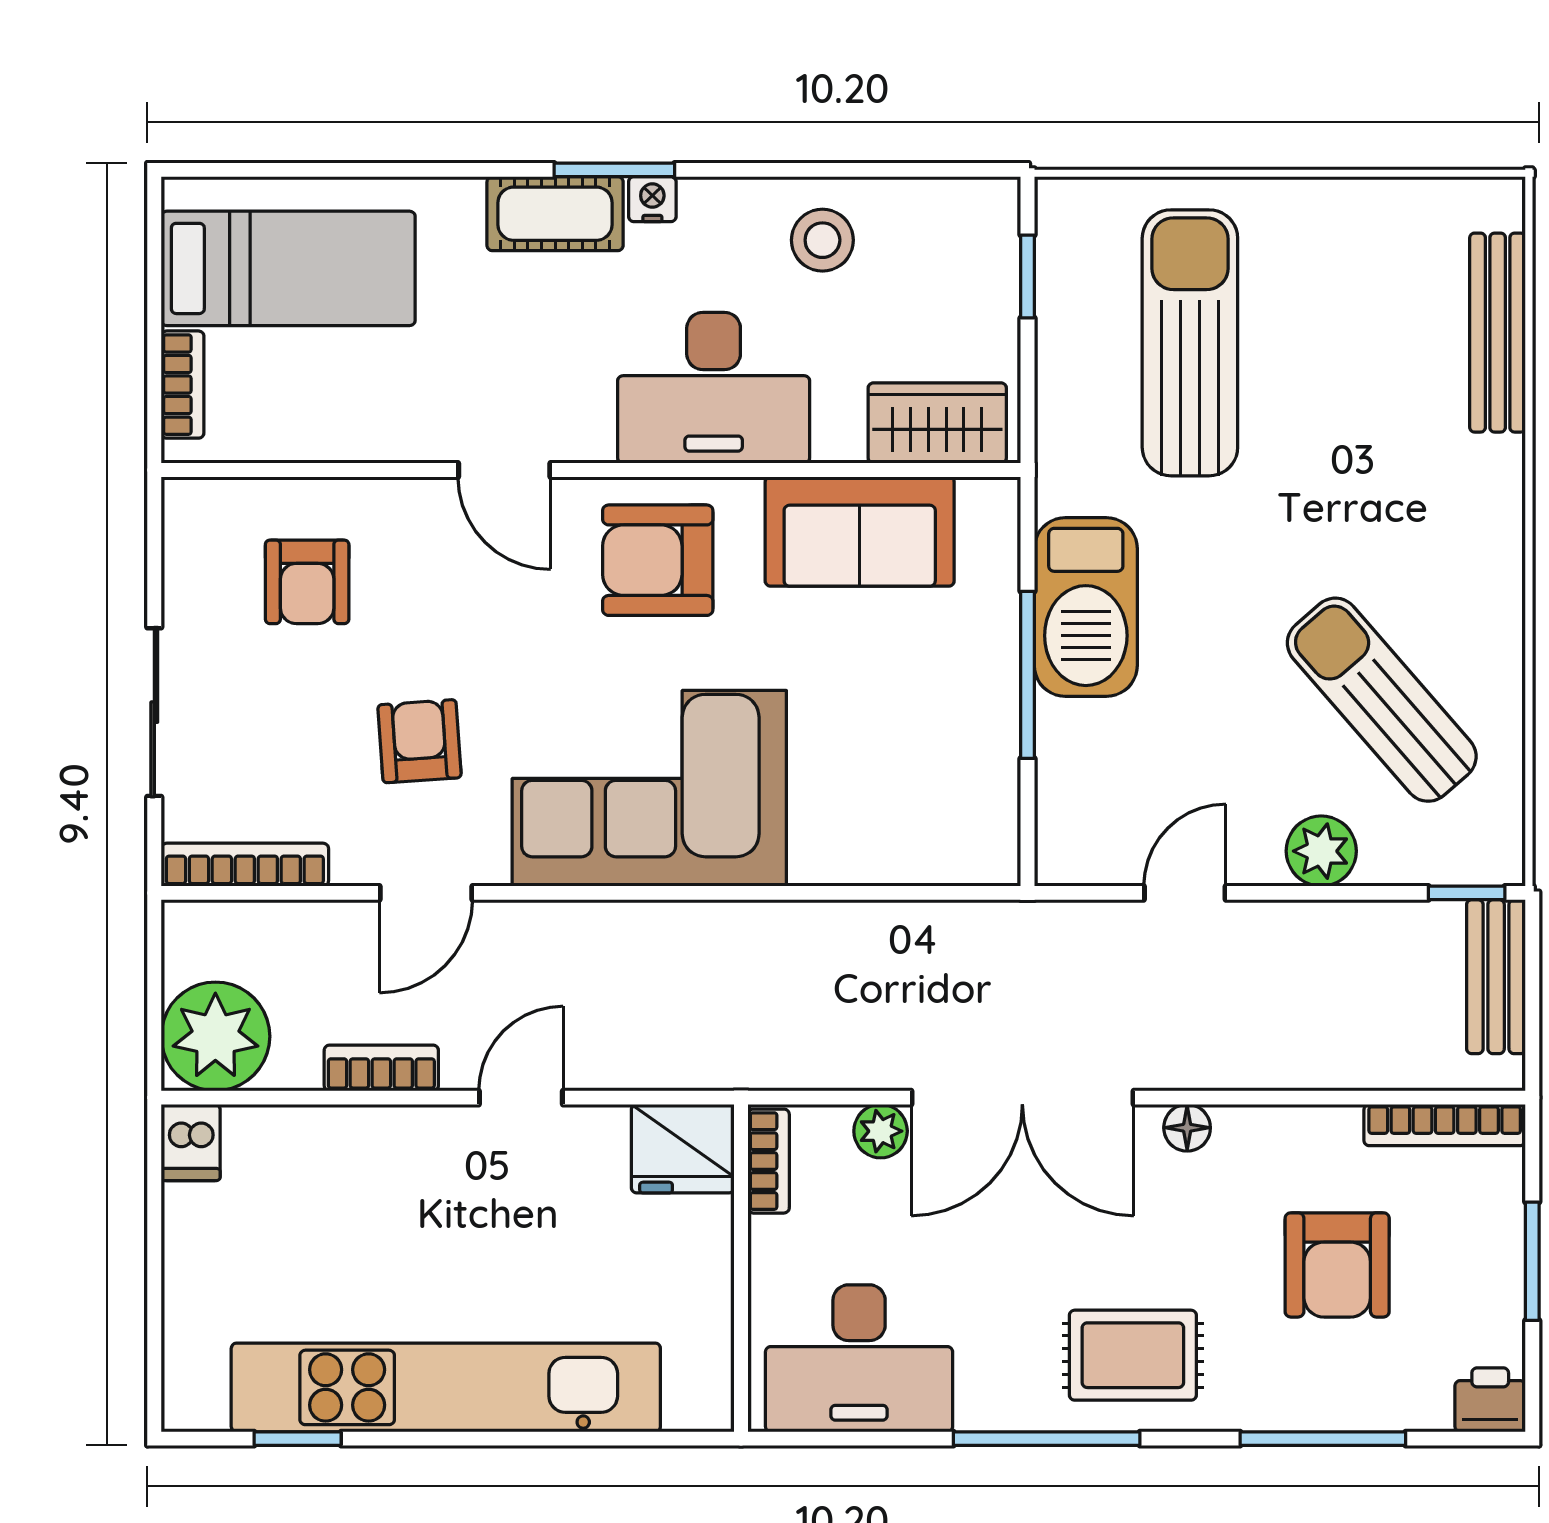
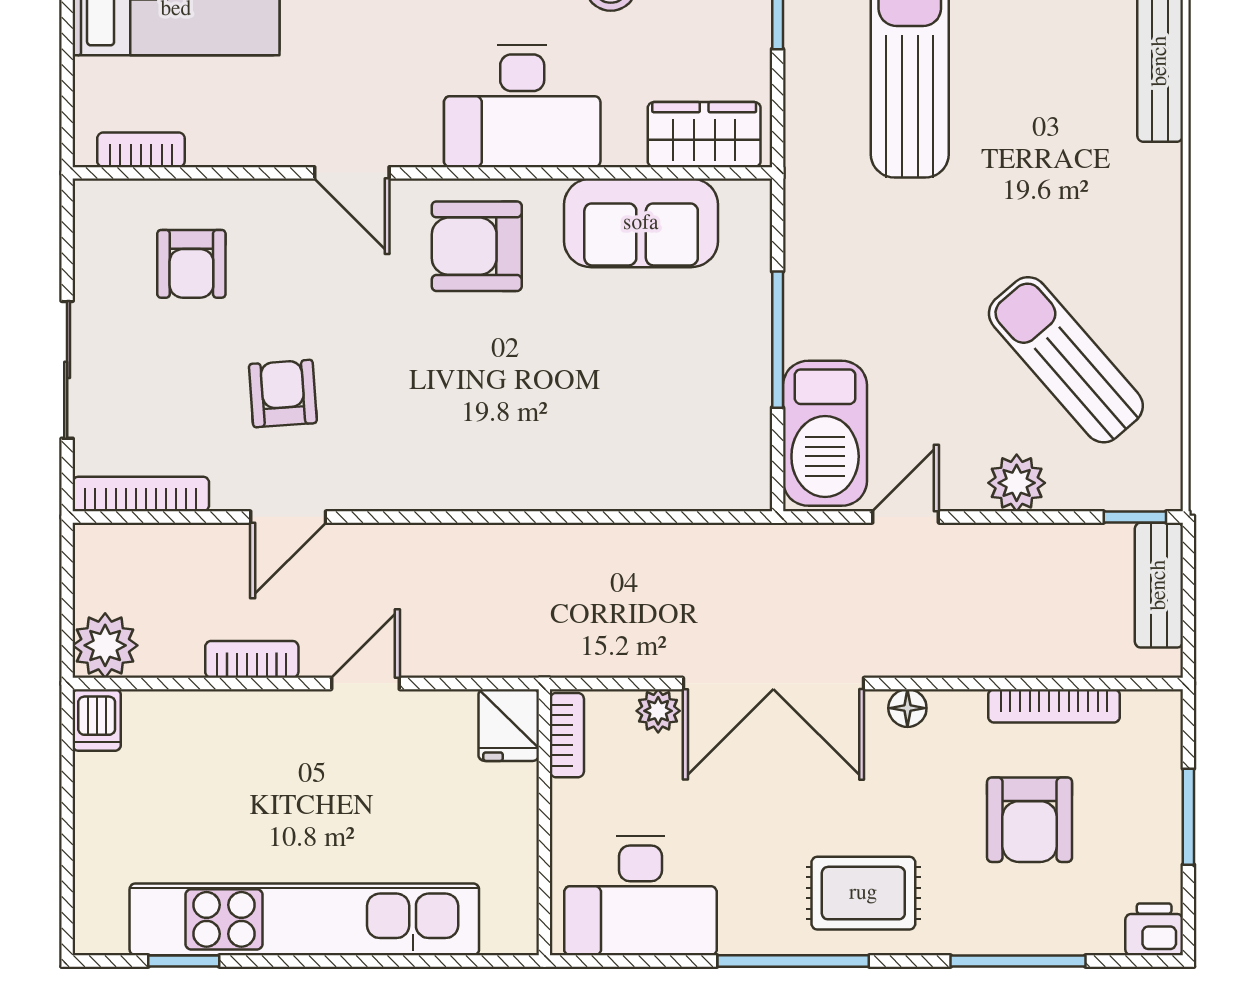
bookcase: (183, 385) -> (141, 150), moved, turned -90
barbecue: (1086, 607) -> (825, 433), moved
corner sofa: (649, 788) -> (470, 432), removed
plant: (215, 1036) -> (105, 645), width x0.73, depth x0.73
bookcase: (1445, 1125) -> (1054, 706), moved
fridge: (683, 1149) -> (509, 725), width x0.72

